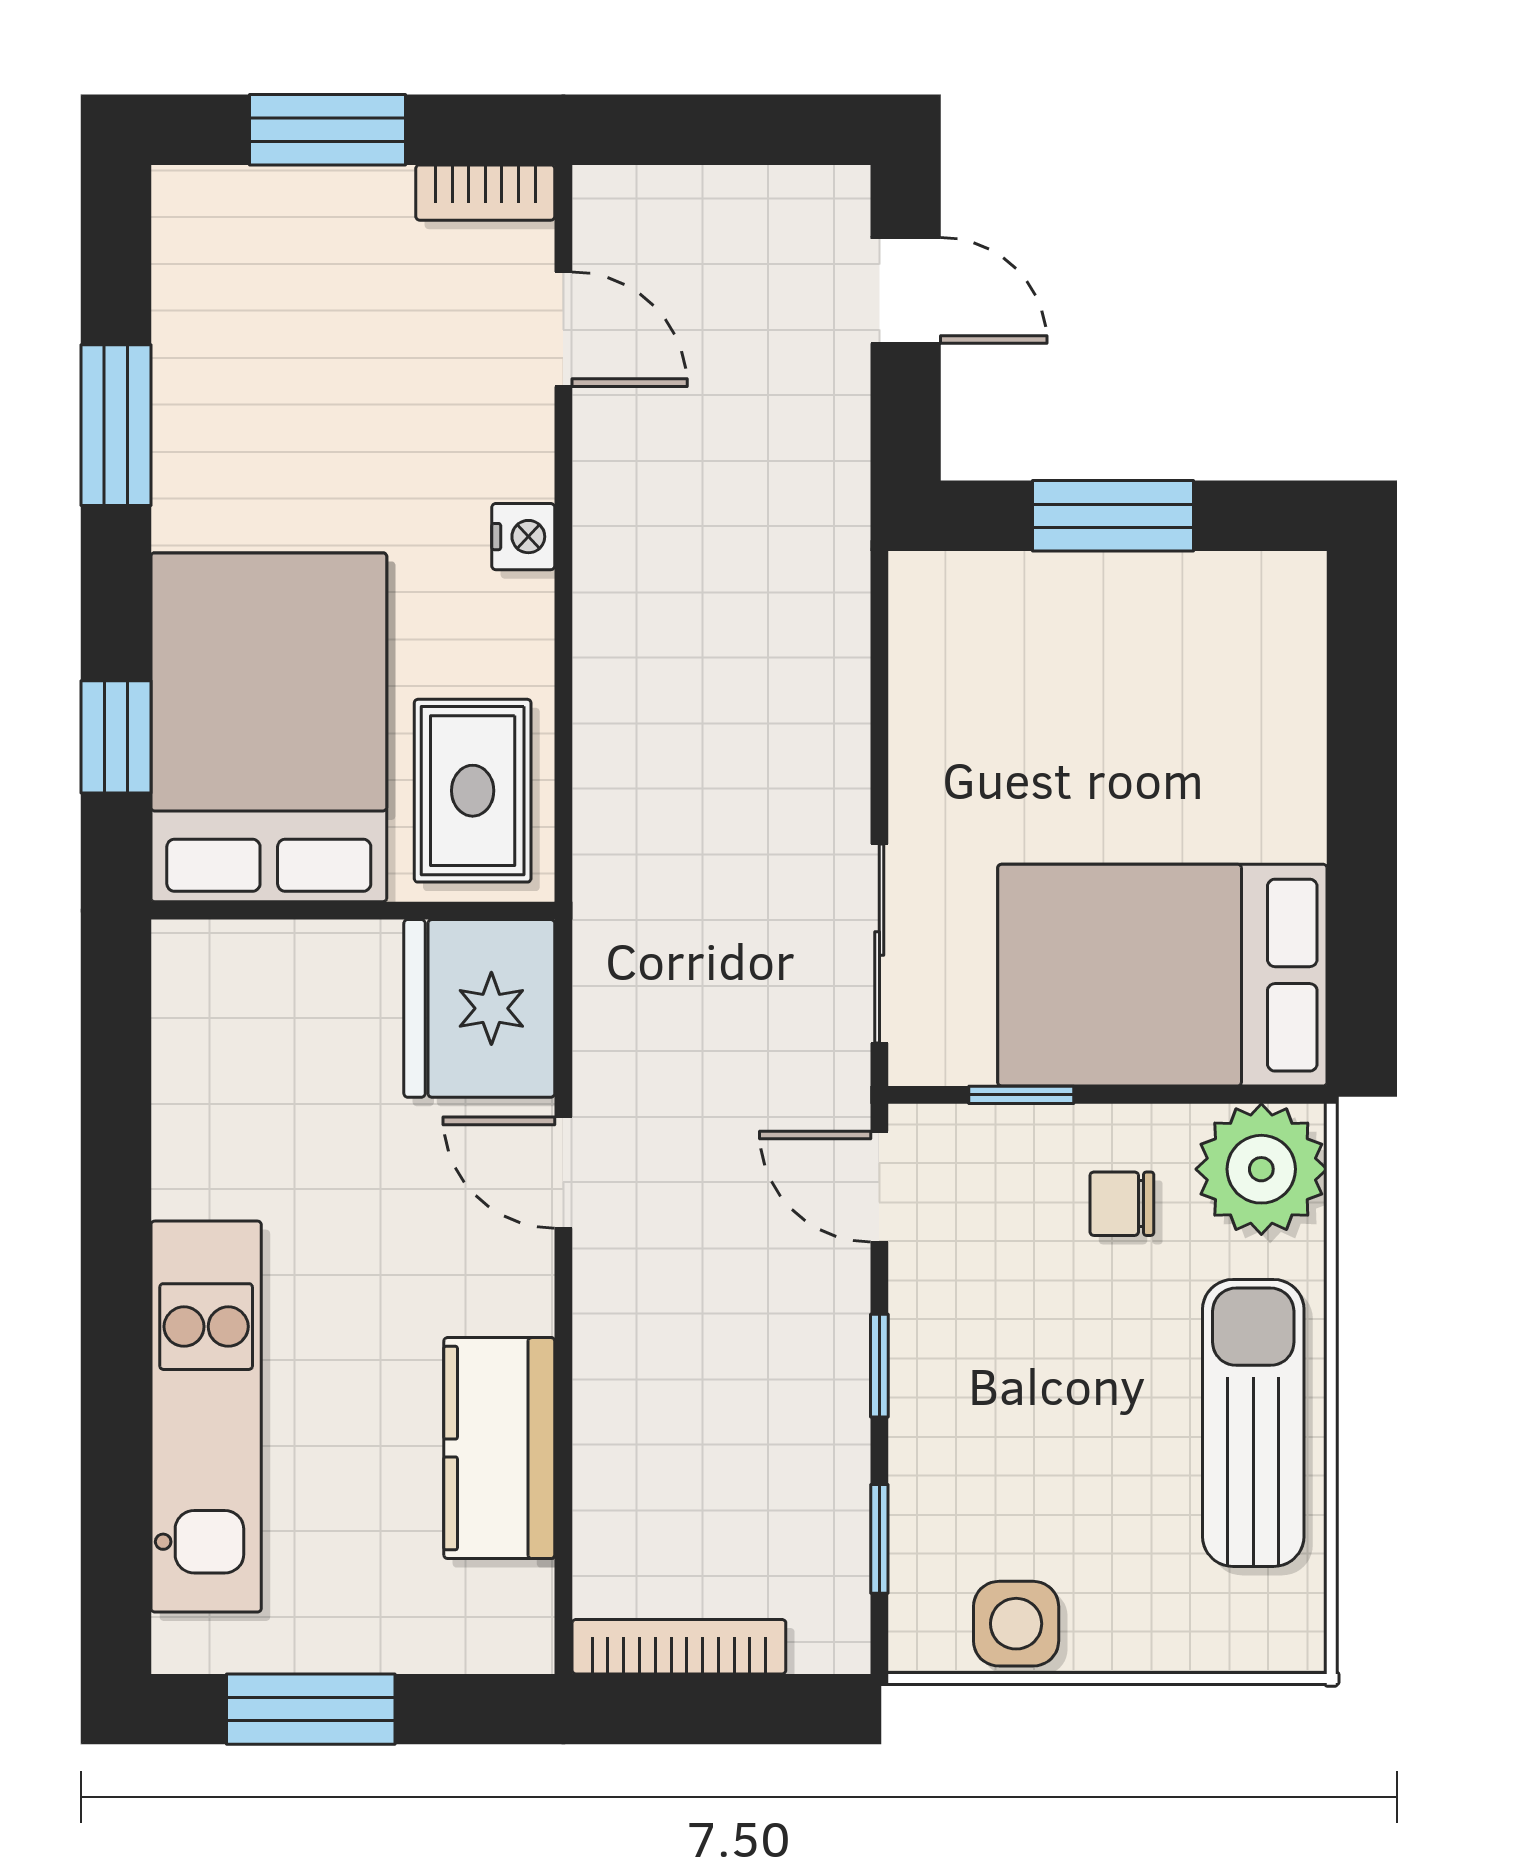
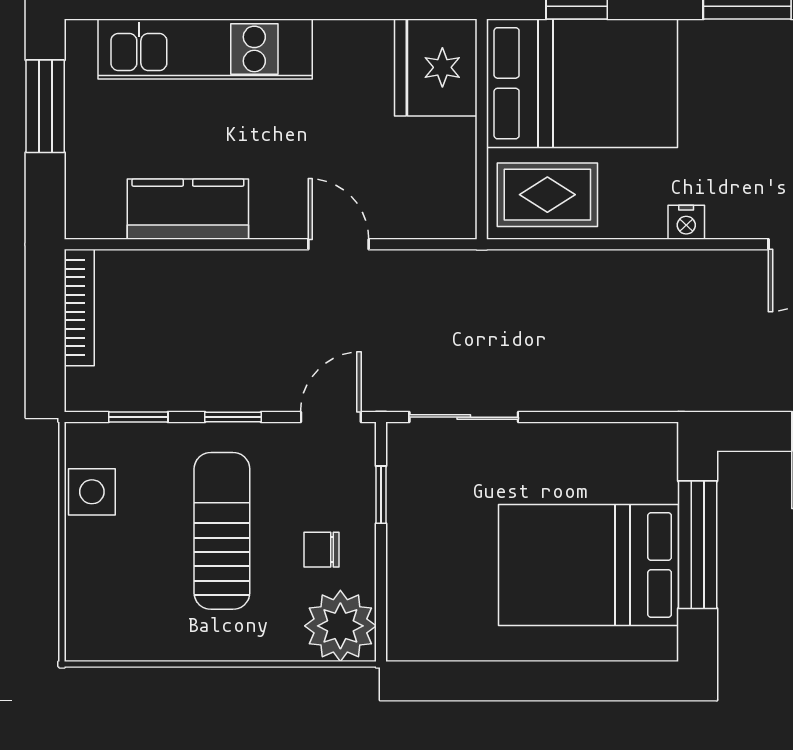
window: (1113, 516) -> (698, 545), width x1.44
bed: (1162, 975) -> (589, 565), moved, turned -90
fridge: (479, 1008) -> (436, 67), moved, turned -90
door: (563, 1173) -> (338, 244), hinge flipped
chair: (1122, 1204) -> (322, 550), turned -90
sun lounger: (1253, 1423) -> (222, 531), moved, turned -90

